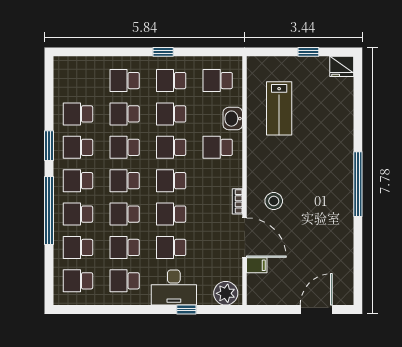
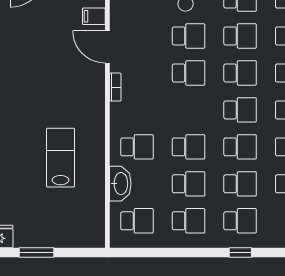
window: (163, 52) -> (240, 253), moved
window: (308, 52) -> (37, 253), width x1.50
lab bench: (279, 108) -> (61, 158), moved
washbasin: (233, 119) -> (120, 184), width x1.38
school desk: (171, 181) -> (189, 110), removed
stool: (274, 201) -> (75, 87), removed
door: (245, 238) -> (107, 47), width x0.73

